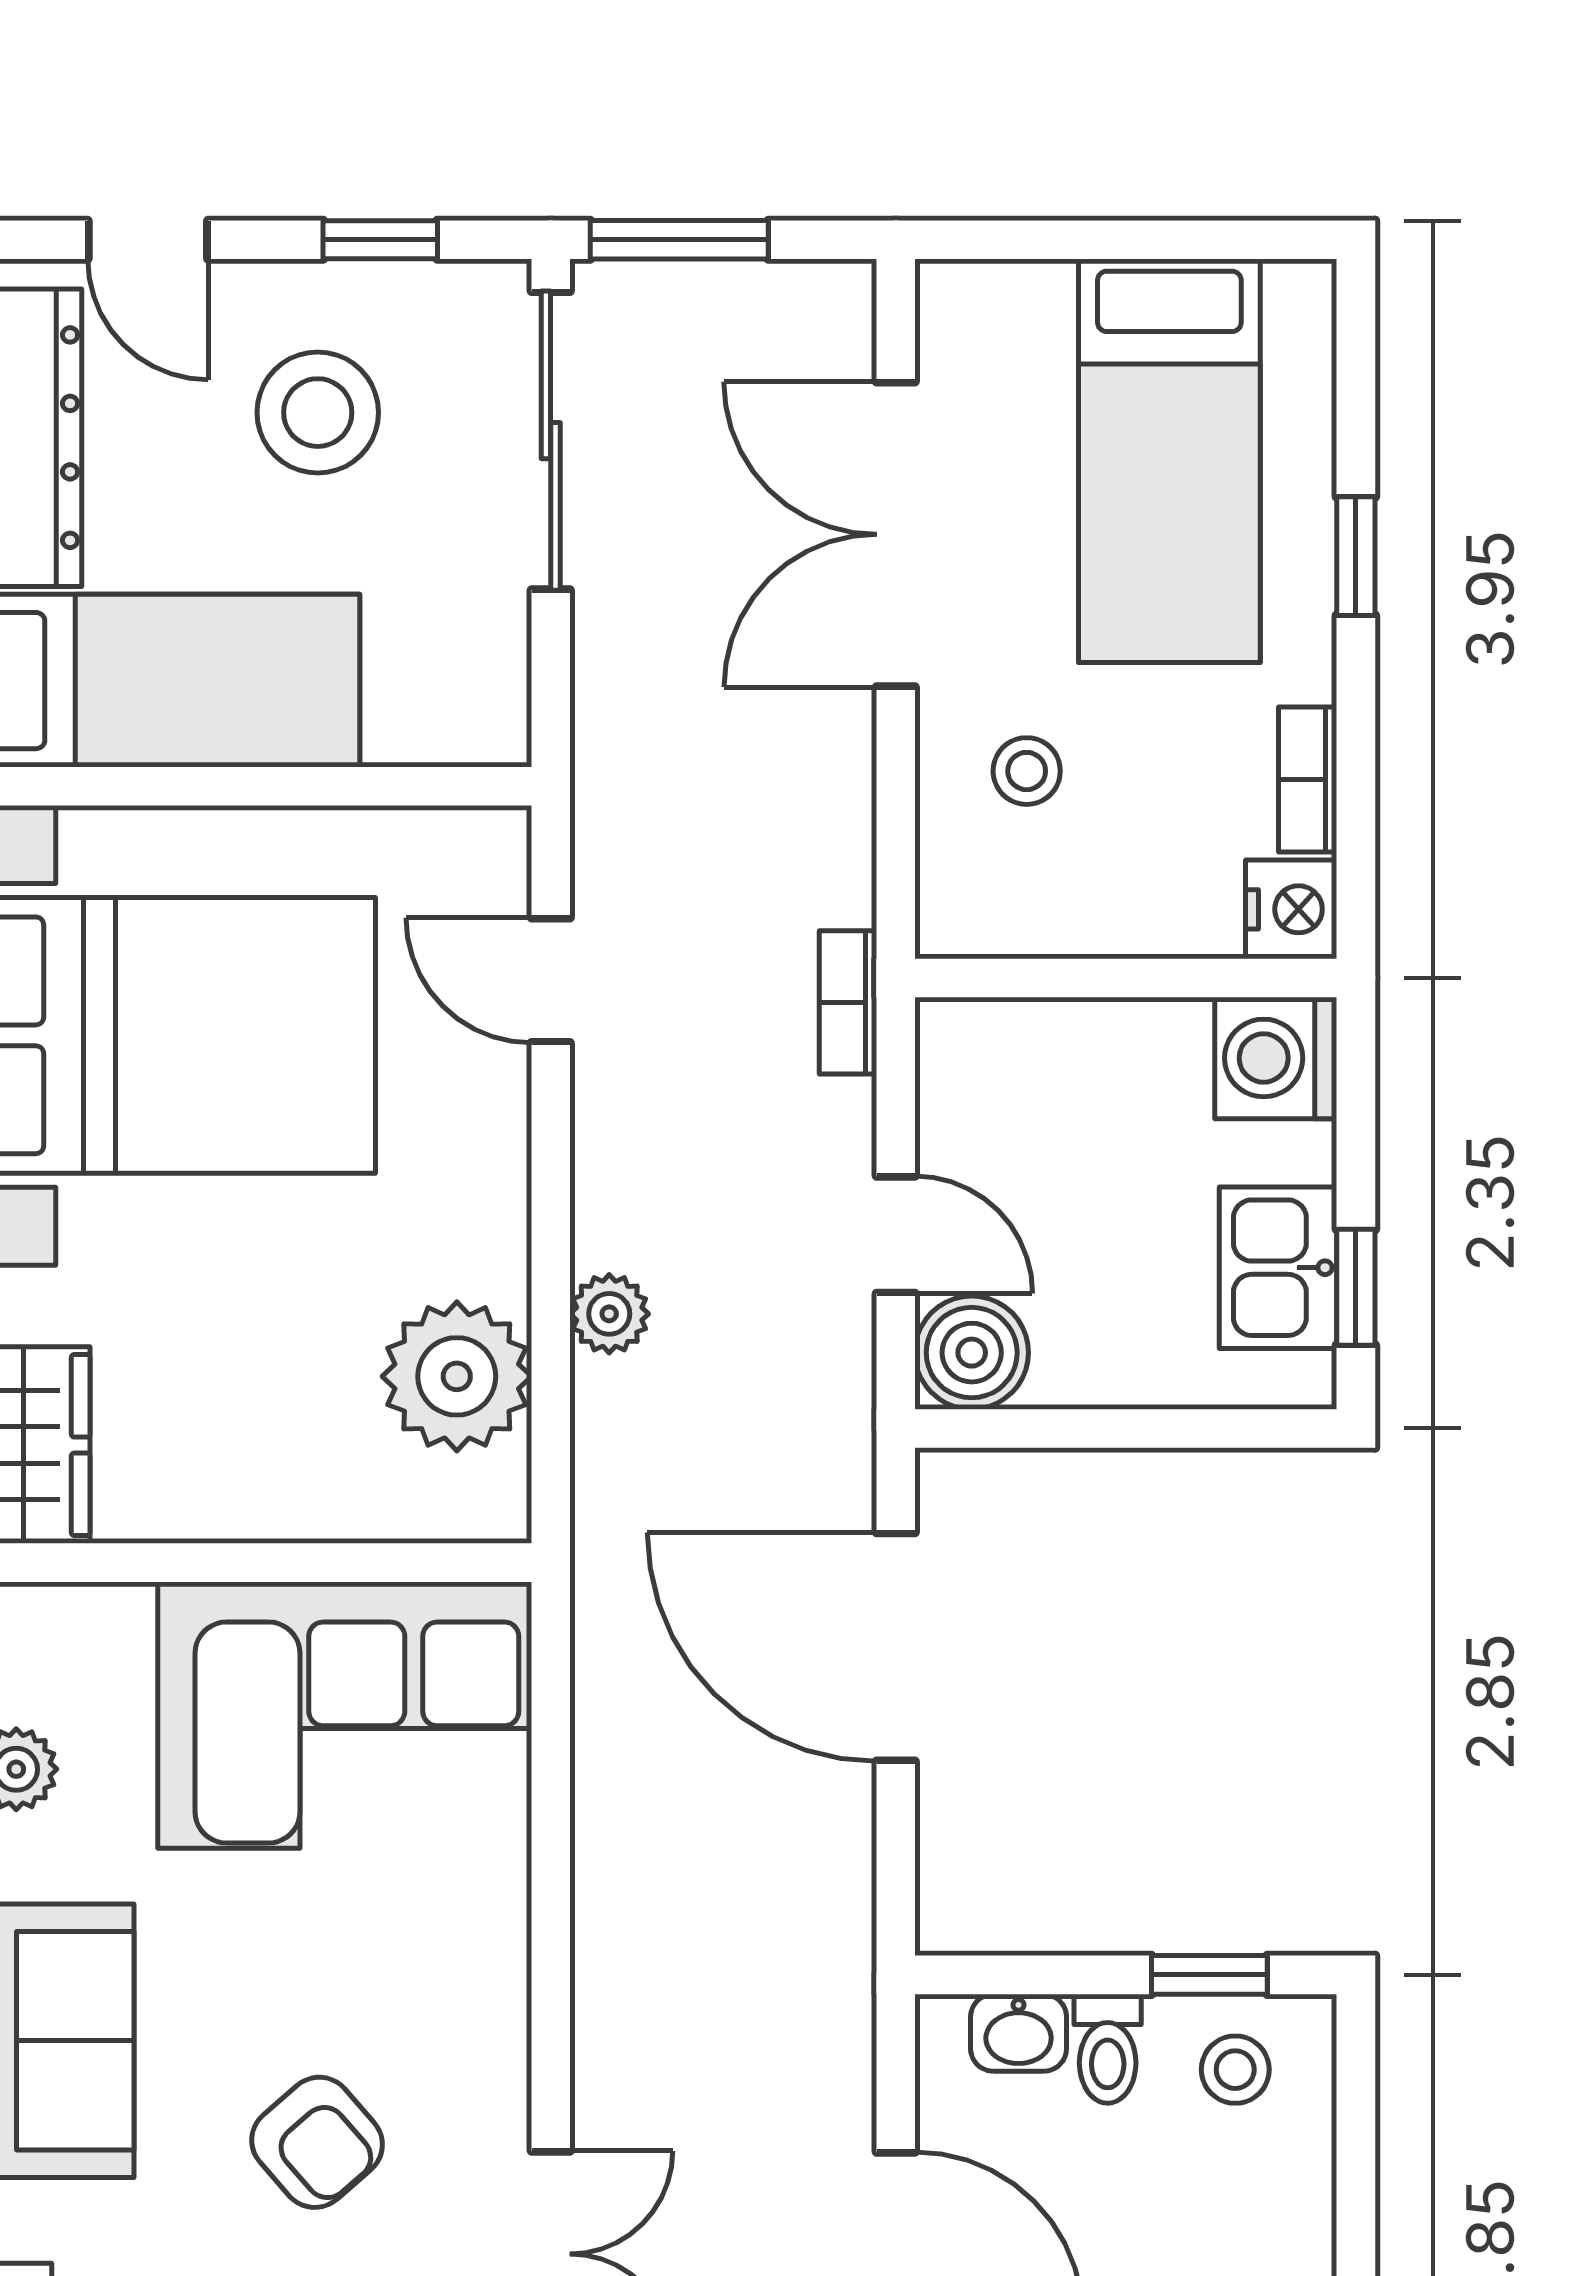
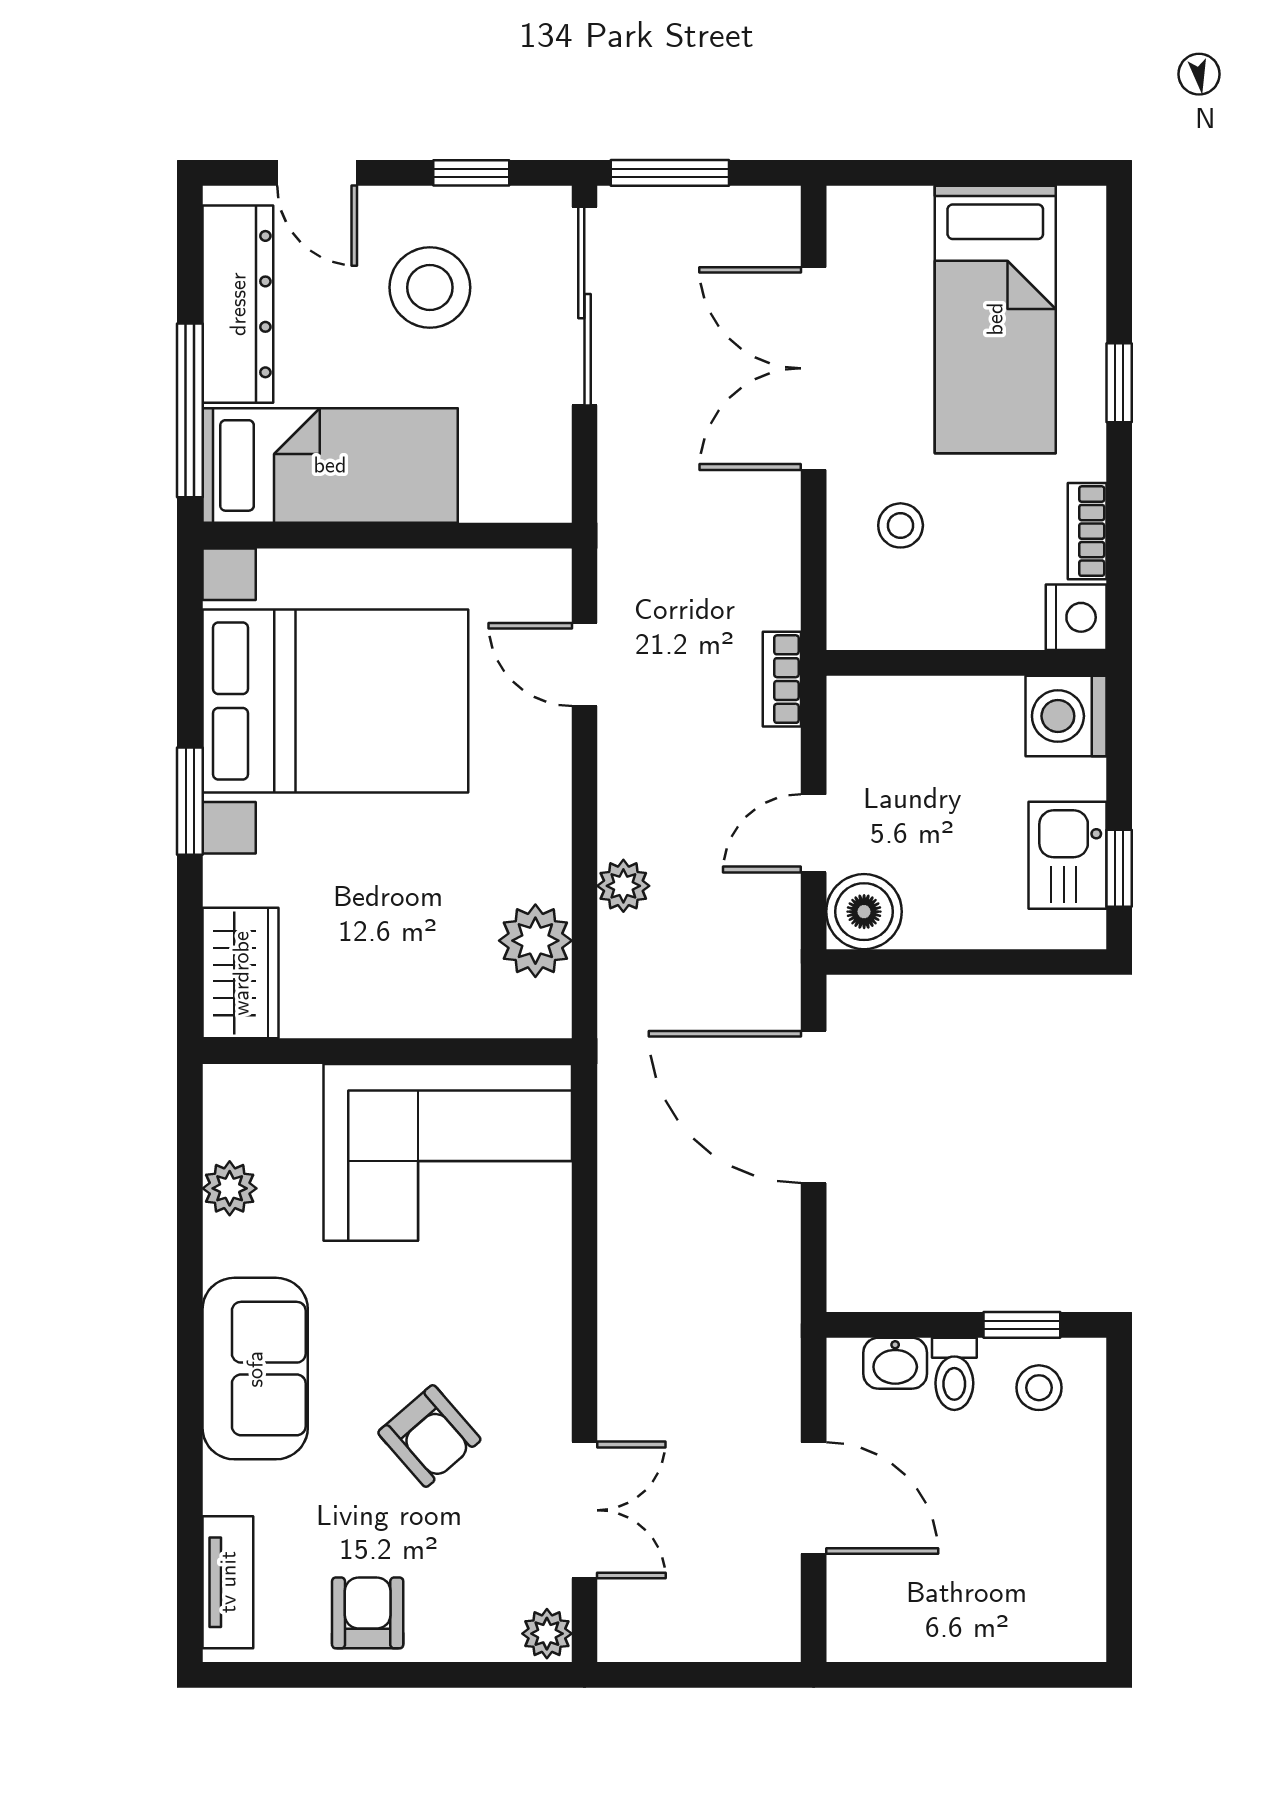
door: (896, 1235) -> (814, 833), swing flipped
plant: (457, 1376) -> (535, 941), width x0.73, depth x0.73

